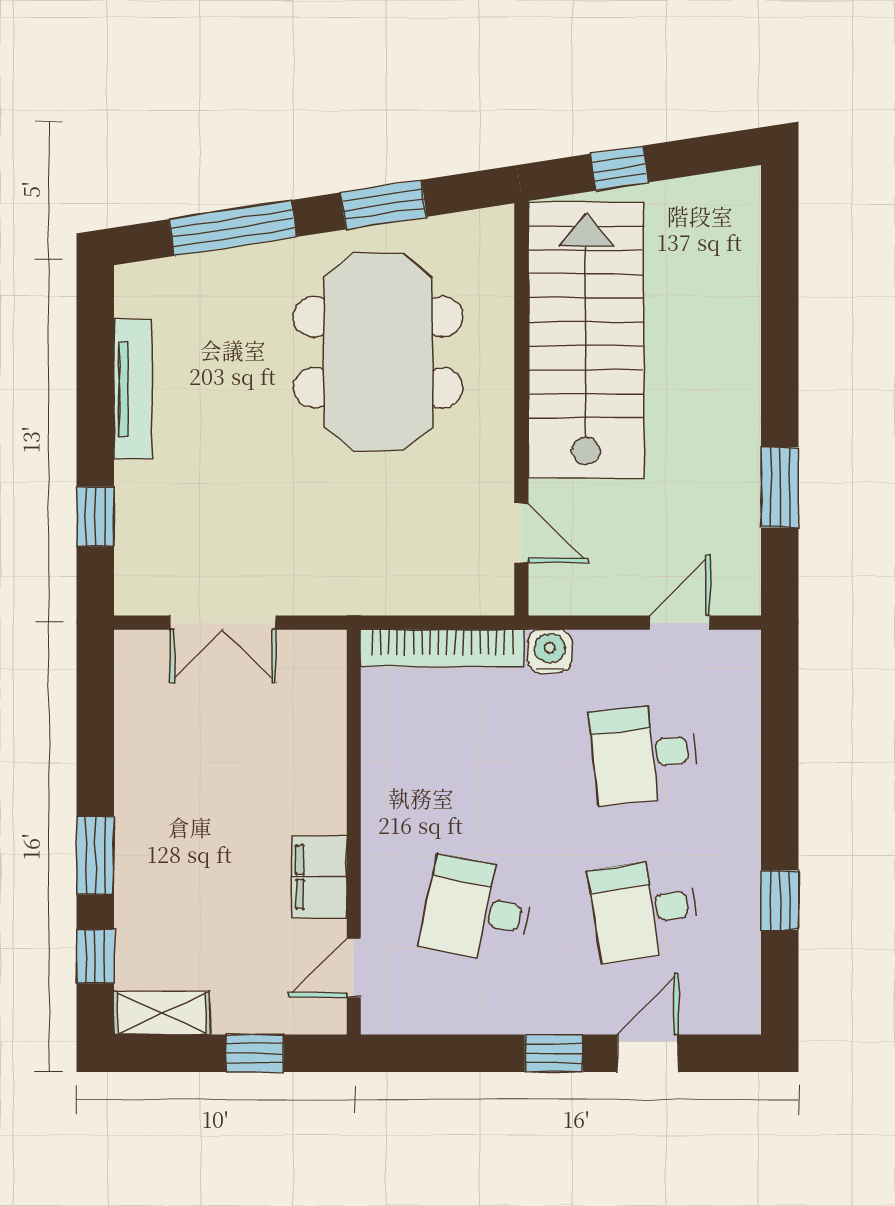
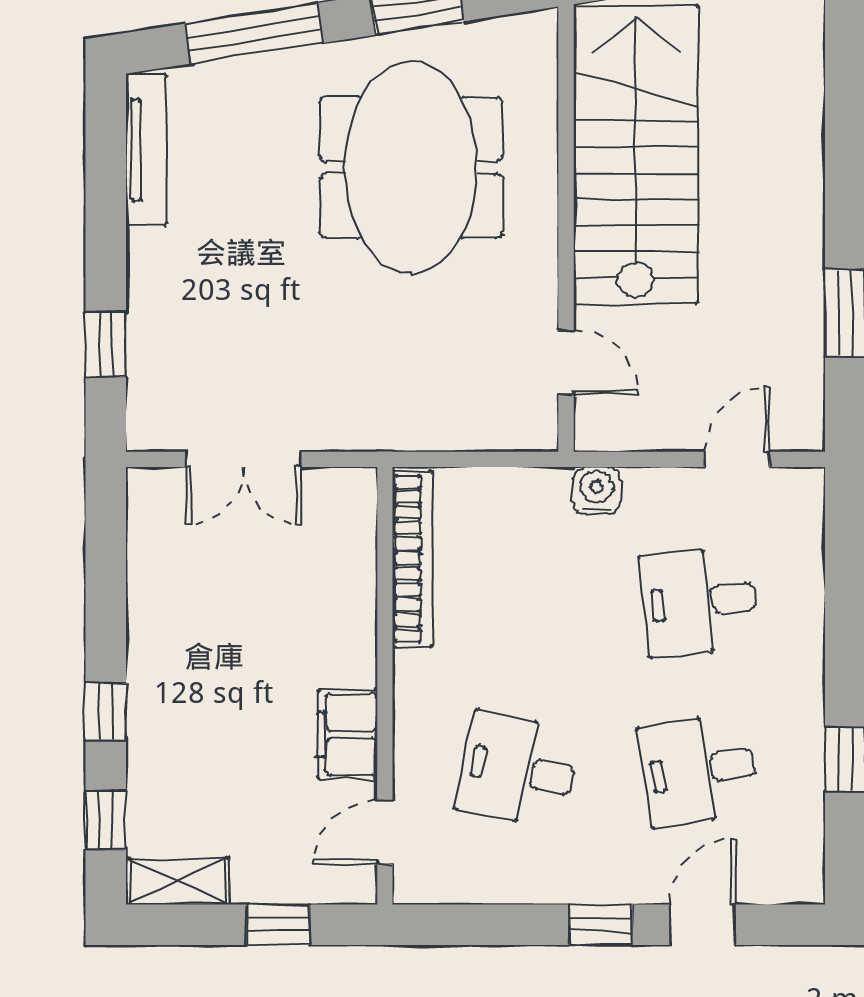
tv unit: (133, 389) -> (146, 150), moved
bookcase: (442, 648) -> (412, 559), moved, turned -90
window: (95, 856) -> (106, 711), width x0.67

